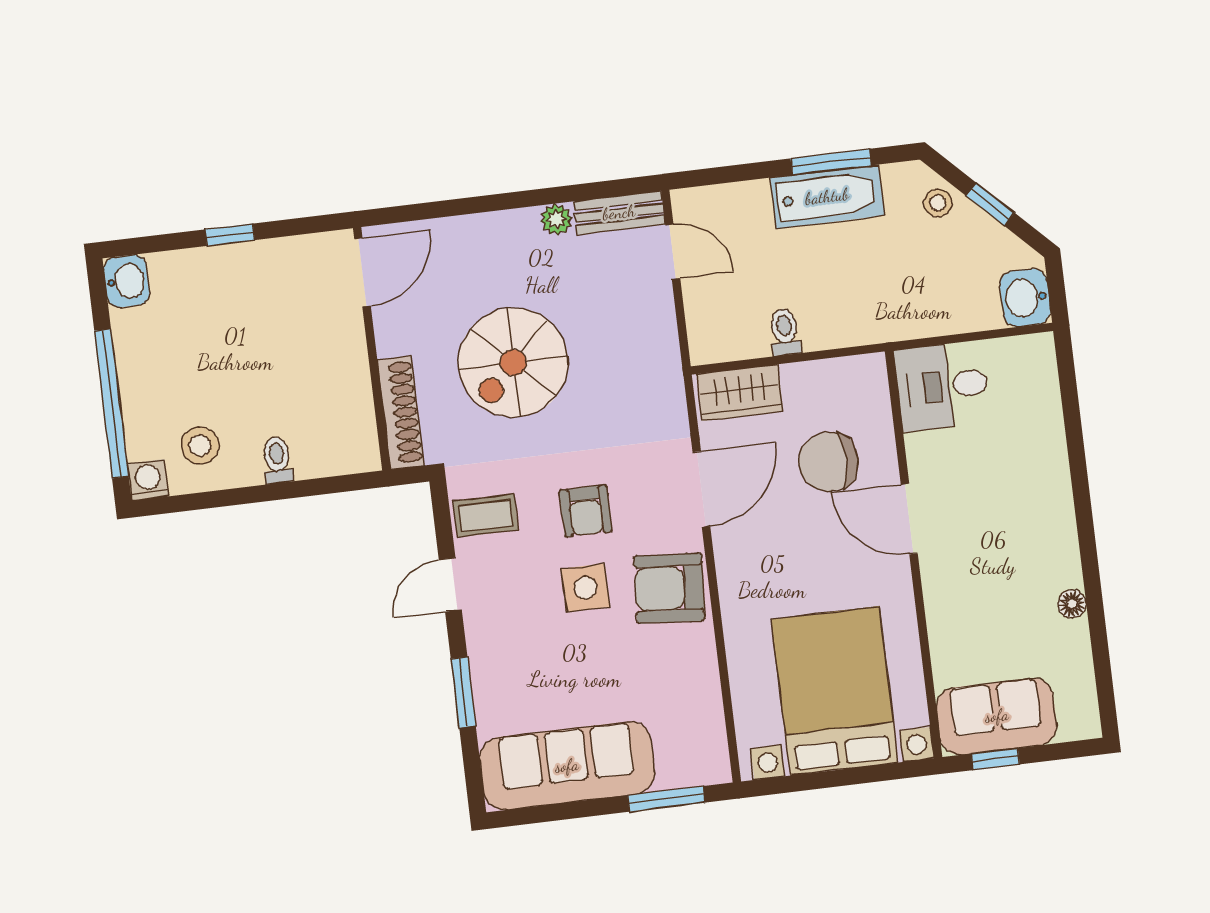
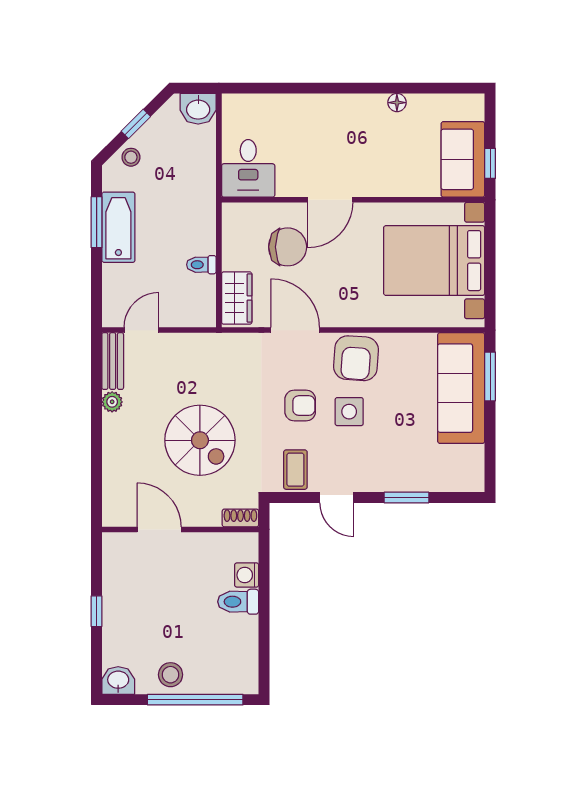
door: (362, 272) -> (159, 529), moved
shoe rack: (401, 413) -> (240, 518), width x0.51, depth x0.81
stool: (200, 446) -> (171, 675), moved
toilet: (277, 460) -> (238, 602), width x1.37, depth x1.39
chair: (828, 462) -> (288, 247), turned -90
washing machine: (148, 480) -> (247, 575), moved
sofa: (567, 766) -> (461, 388), moved

